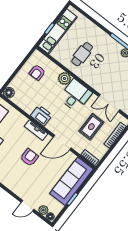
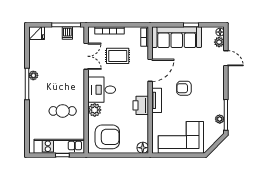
armchair: (37, 72) -> (107, 137), width x1.88, depth x1.88
door: (62, 143) -> (150, 70), hinge flipped

